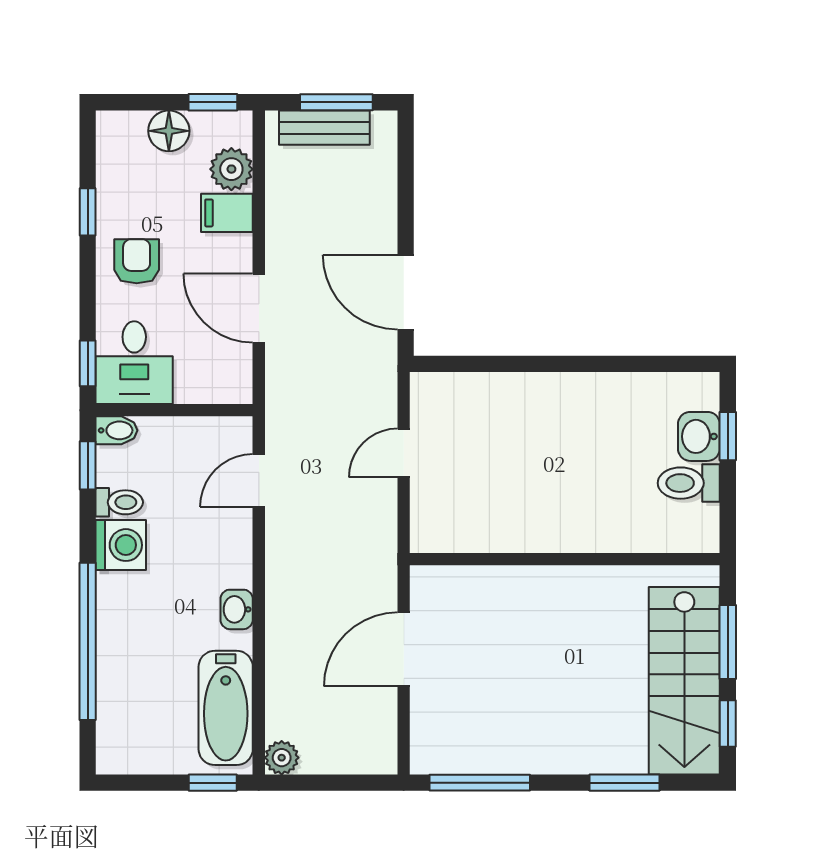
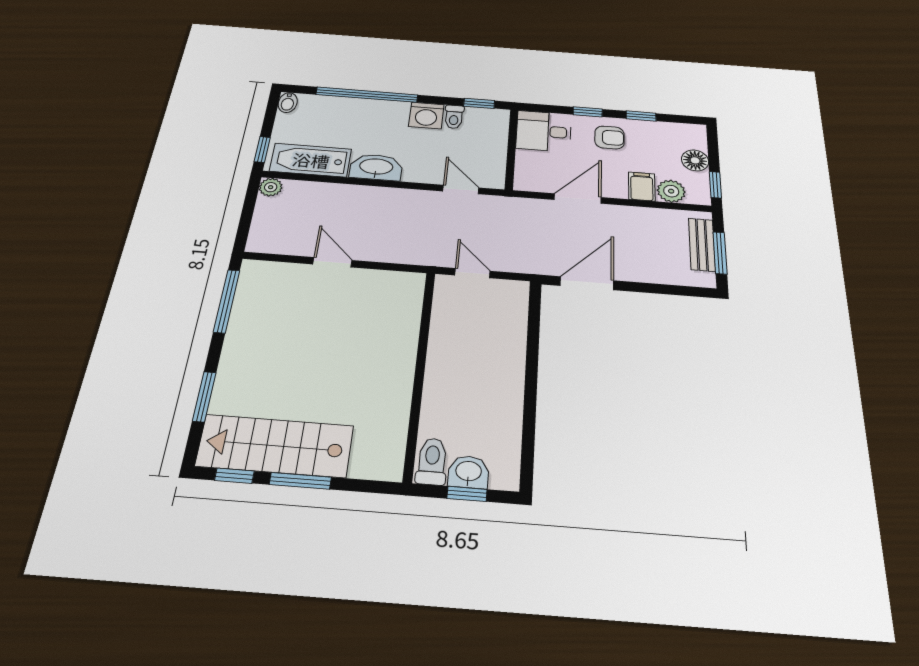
window: (88, 363) -> (588, 112), moved
bidet: (116, 430) -> (288, 103), moved
wall: (565, 559) -> (420, 372), moved
washbasin: (237, 609) -> (376, 167), width x1.91, depth x1.45
door: (404, 649) -> (332, 262), width x0.73

